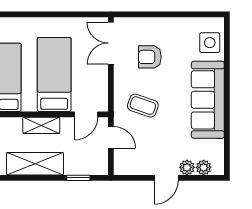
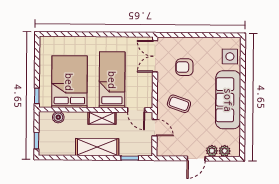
door: (86, 114) -> (136, 110), hinge flipped

